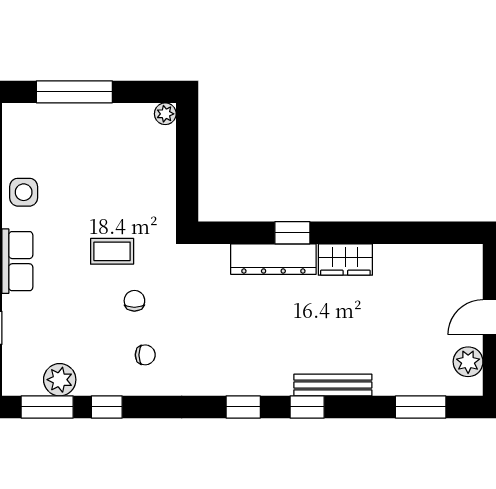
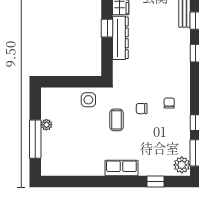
plant: (165, 114) -> (46, 125), moved
side table: (24, 192) -> (88, 100), moved
plant: (60, 380) -> (182, 165), moved

